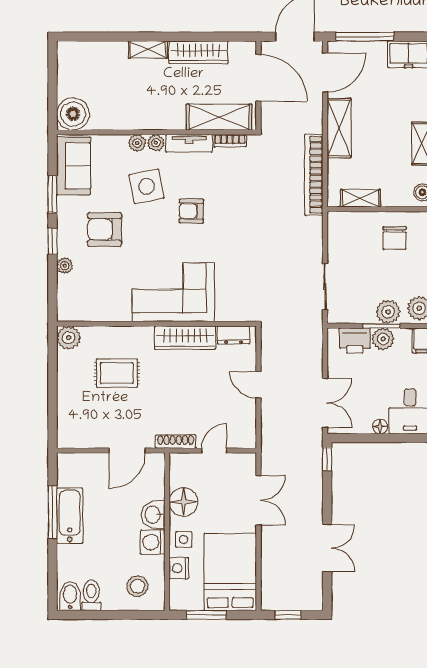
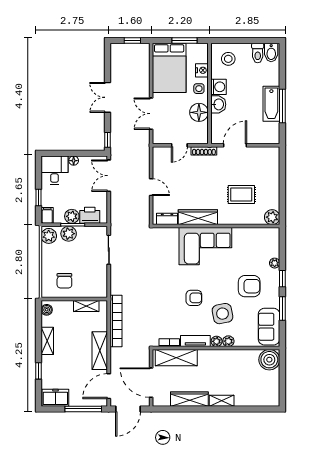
chair: (395, 238) -> (64, 281), turned 180
double door: (327, 548) -> (107, 97), moved

